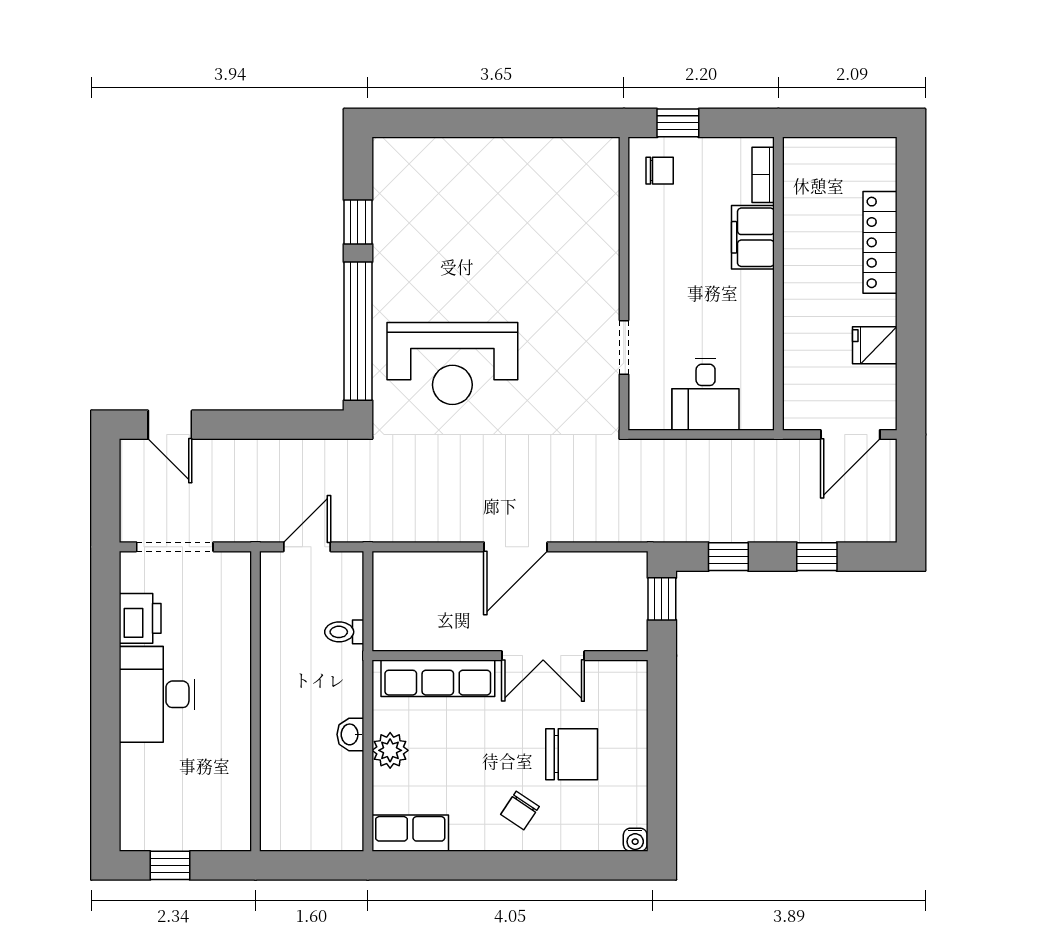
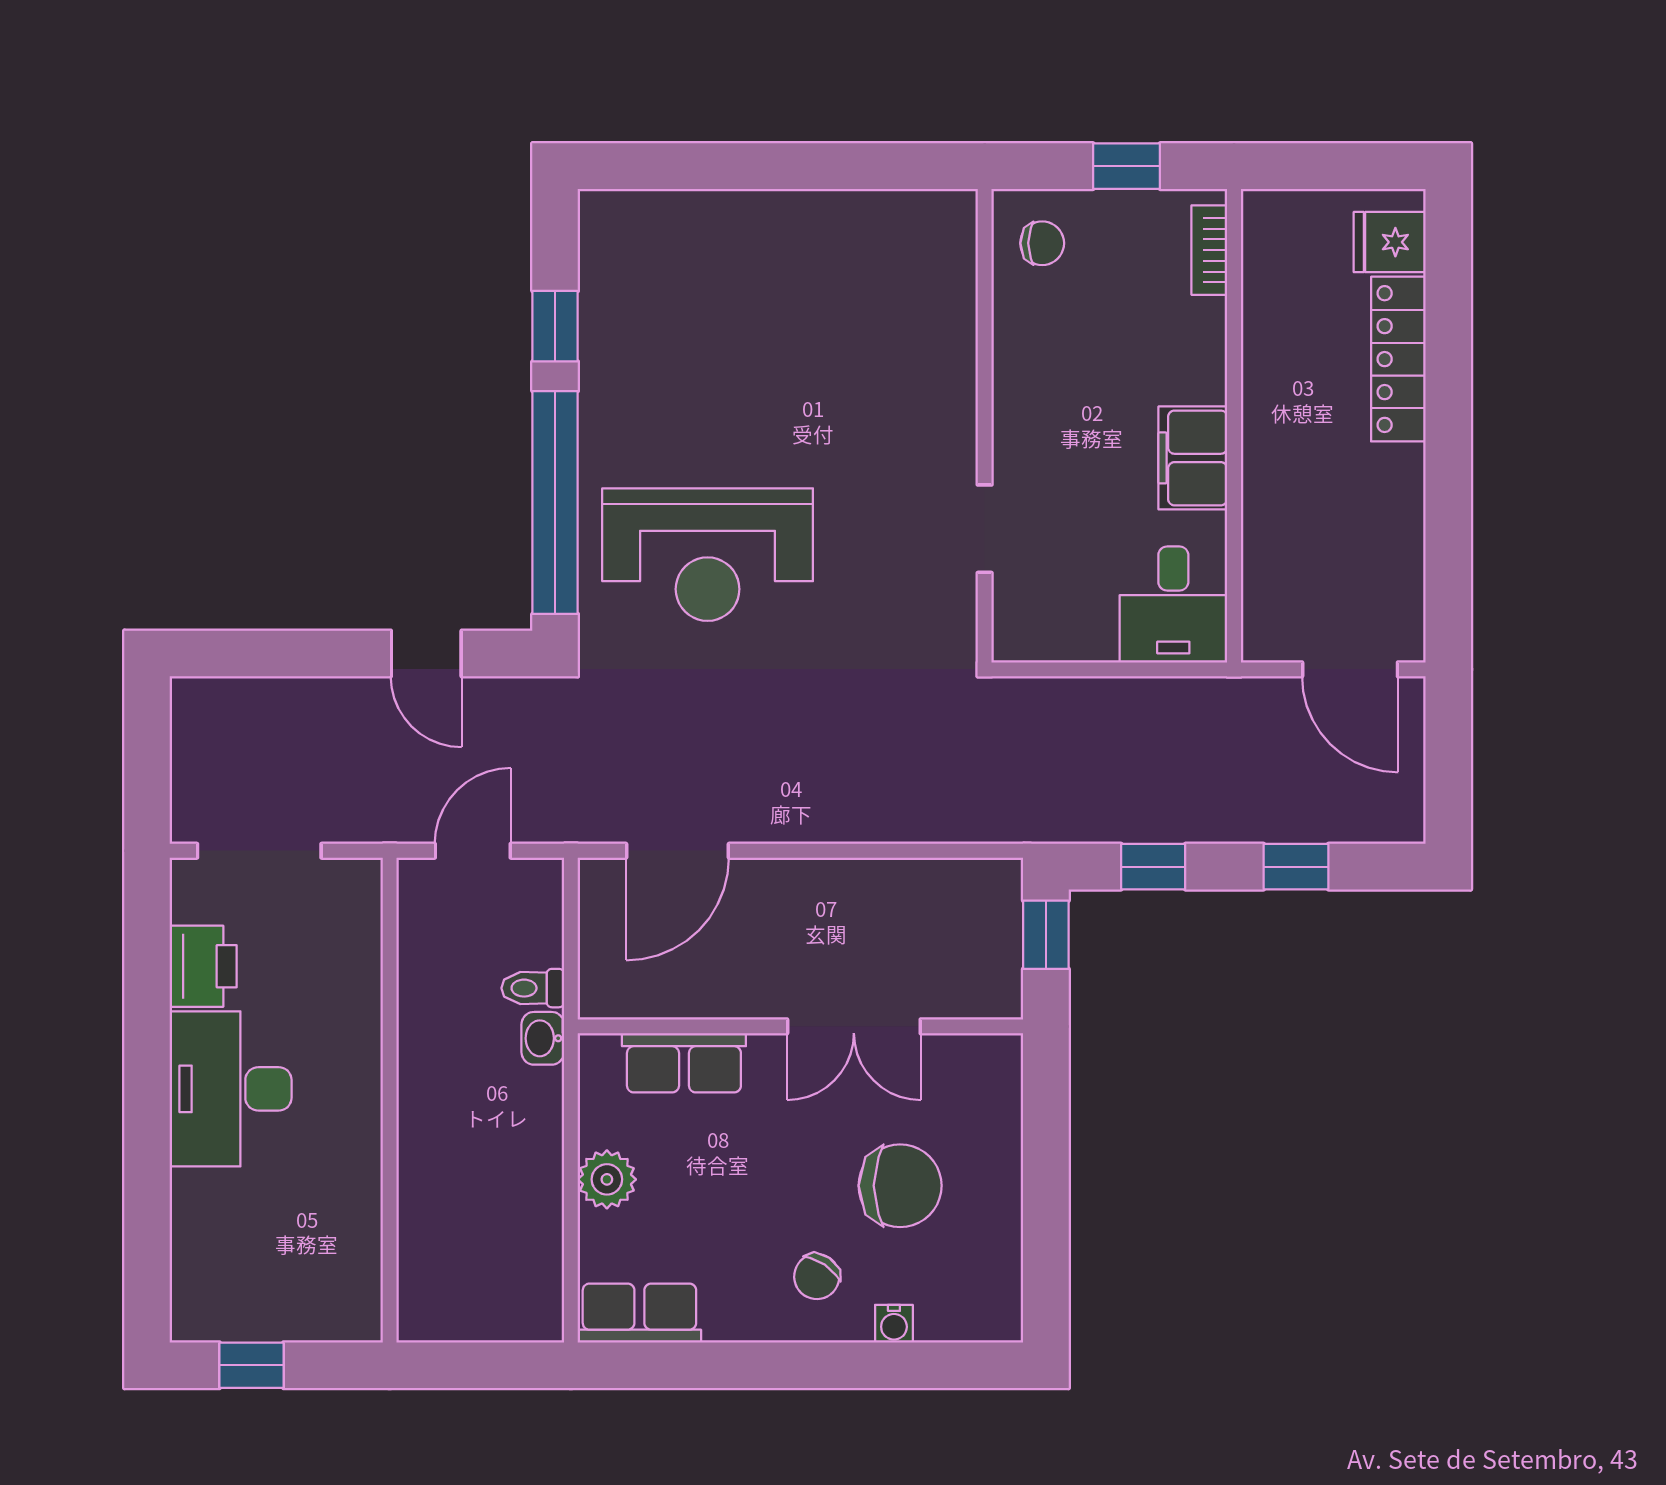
window: (678, 123) -> (1127, 166), moved
filing cabinet: (753, 237) -> (1193, 458), moved
fridge: (875, 345) -> (1390, 242), moved
desk: (706, 394) -> (1173, 605), moved
door: (170, 425) -> (426, 654), moved
door: (850, 435) -> (1350, 669), hinge flipped
door: (516, 547) -> (677, 851), moved
row of seats: (438, 678) -> (684, 1063), width x0.68
washbasin: (350, 734) -> (543, 1038), moved
water cooler: (635, 840) -> (894, 1324), moved

